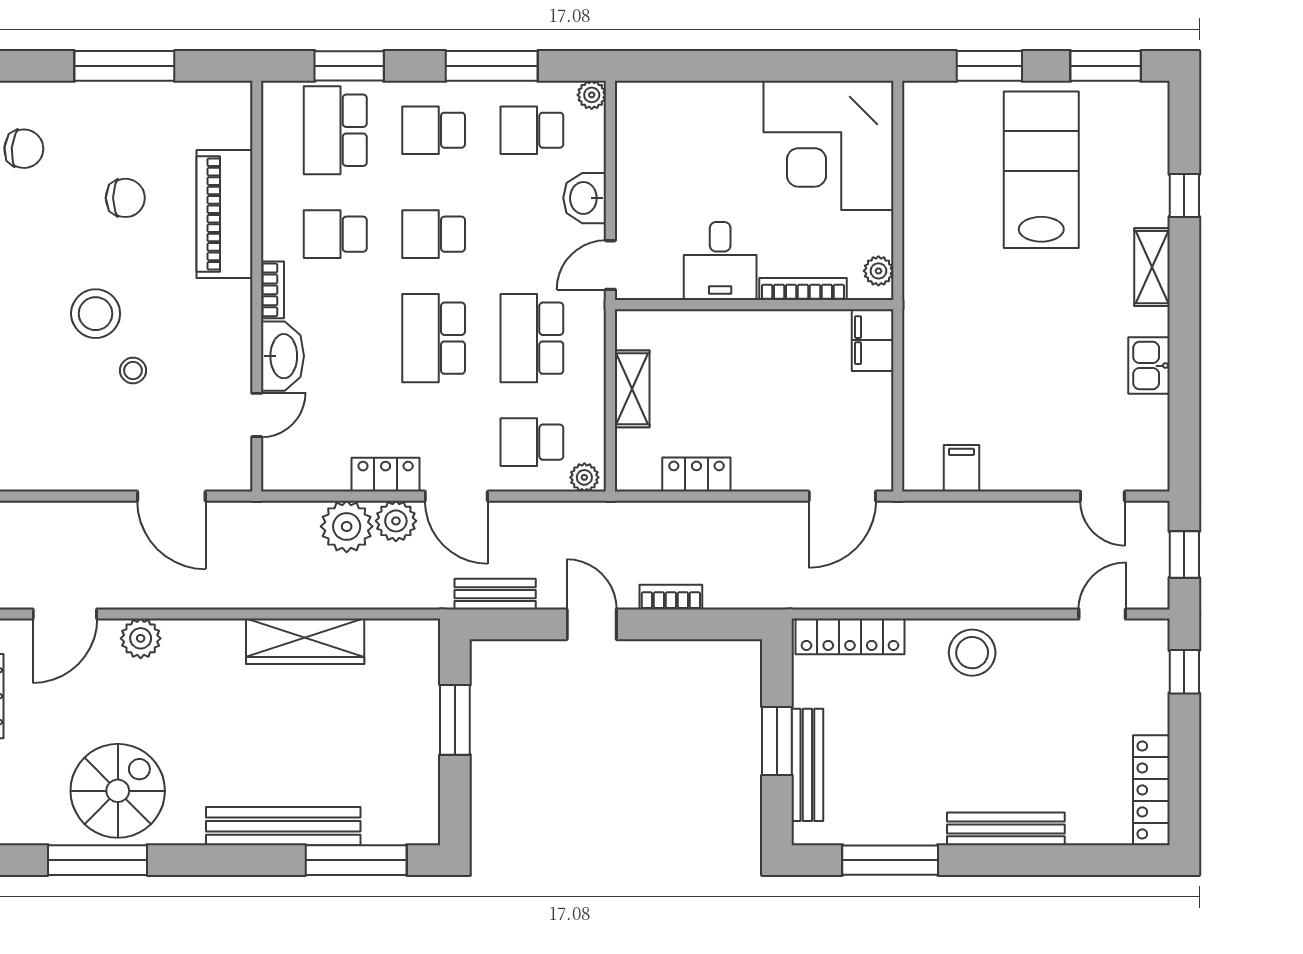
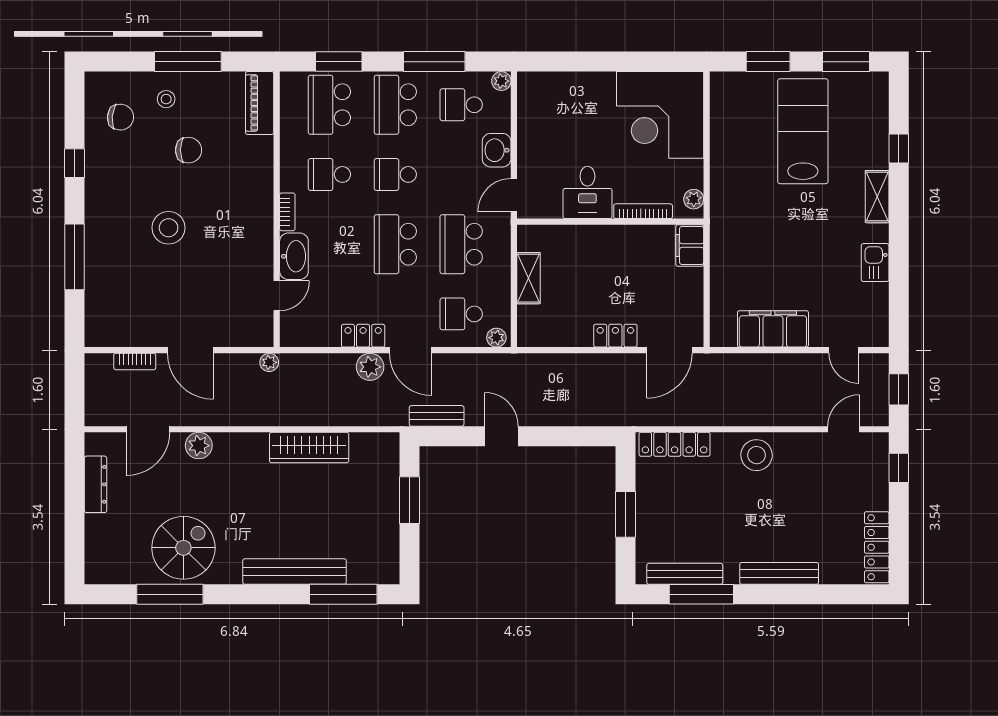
school desk: (434, 130) -> (395, 105), width x1.85
piano: (224, 214) -> (260, 103), moved, width x0.73, depth x0.75
stool: (133, 370) -> (166, 99), moved
filing cabinet: (961, 468) -> (773, 329), width x3.00, depth x1.17
locker: (696, 475) -> (615, 336), moved
door: (171, 496) -> (190, 350), moved
plant: (347, 526) -> (269, 362), moved, width x0.53, depth x0.53
bookcase: (671, 597) -> (135, 362), moved, turned 180
bench: (807, 765) -> (685, 574), moved, turned 90

